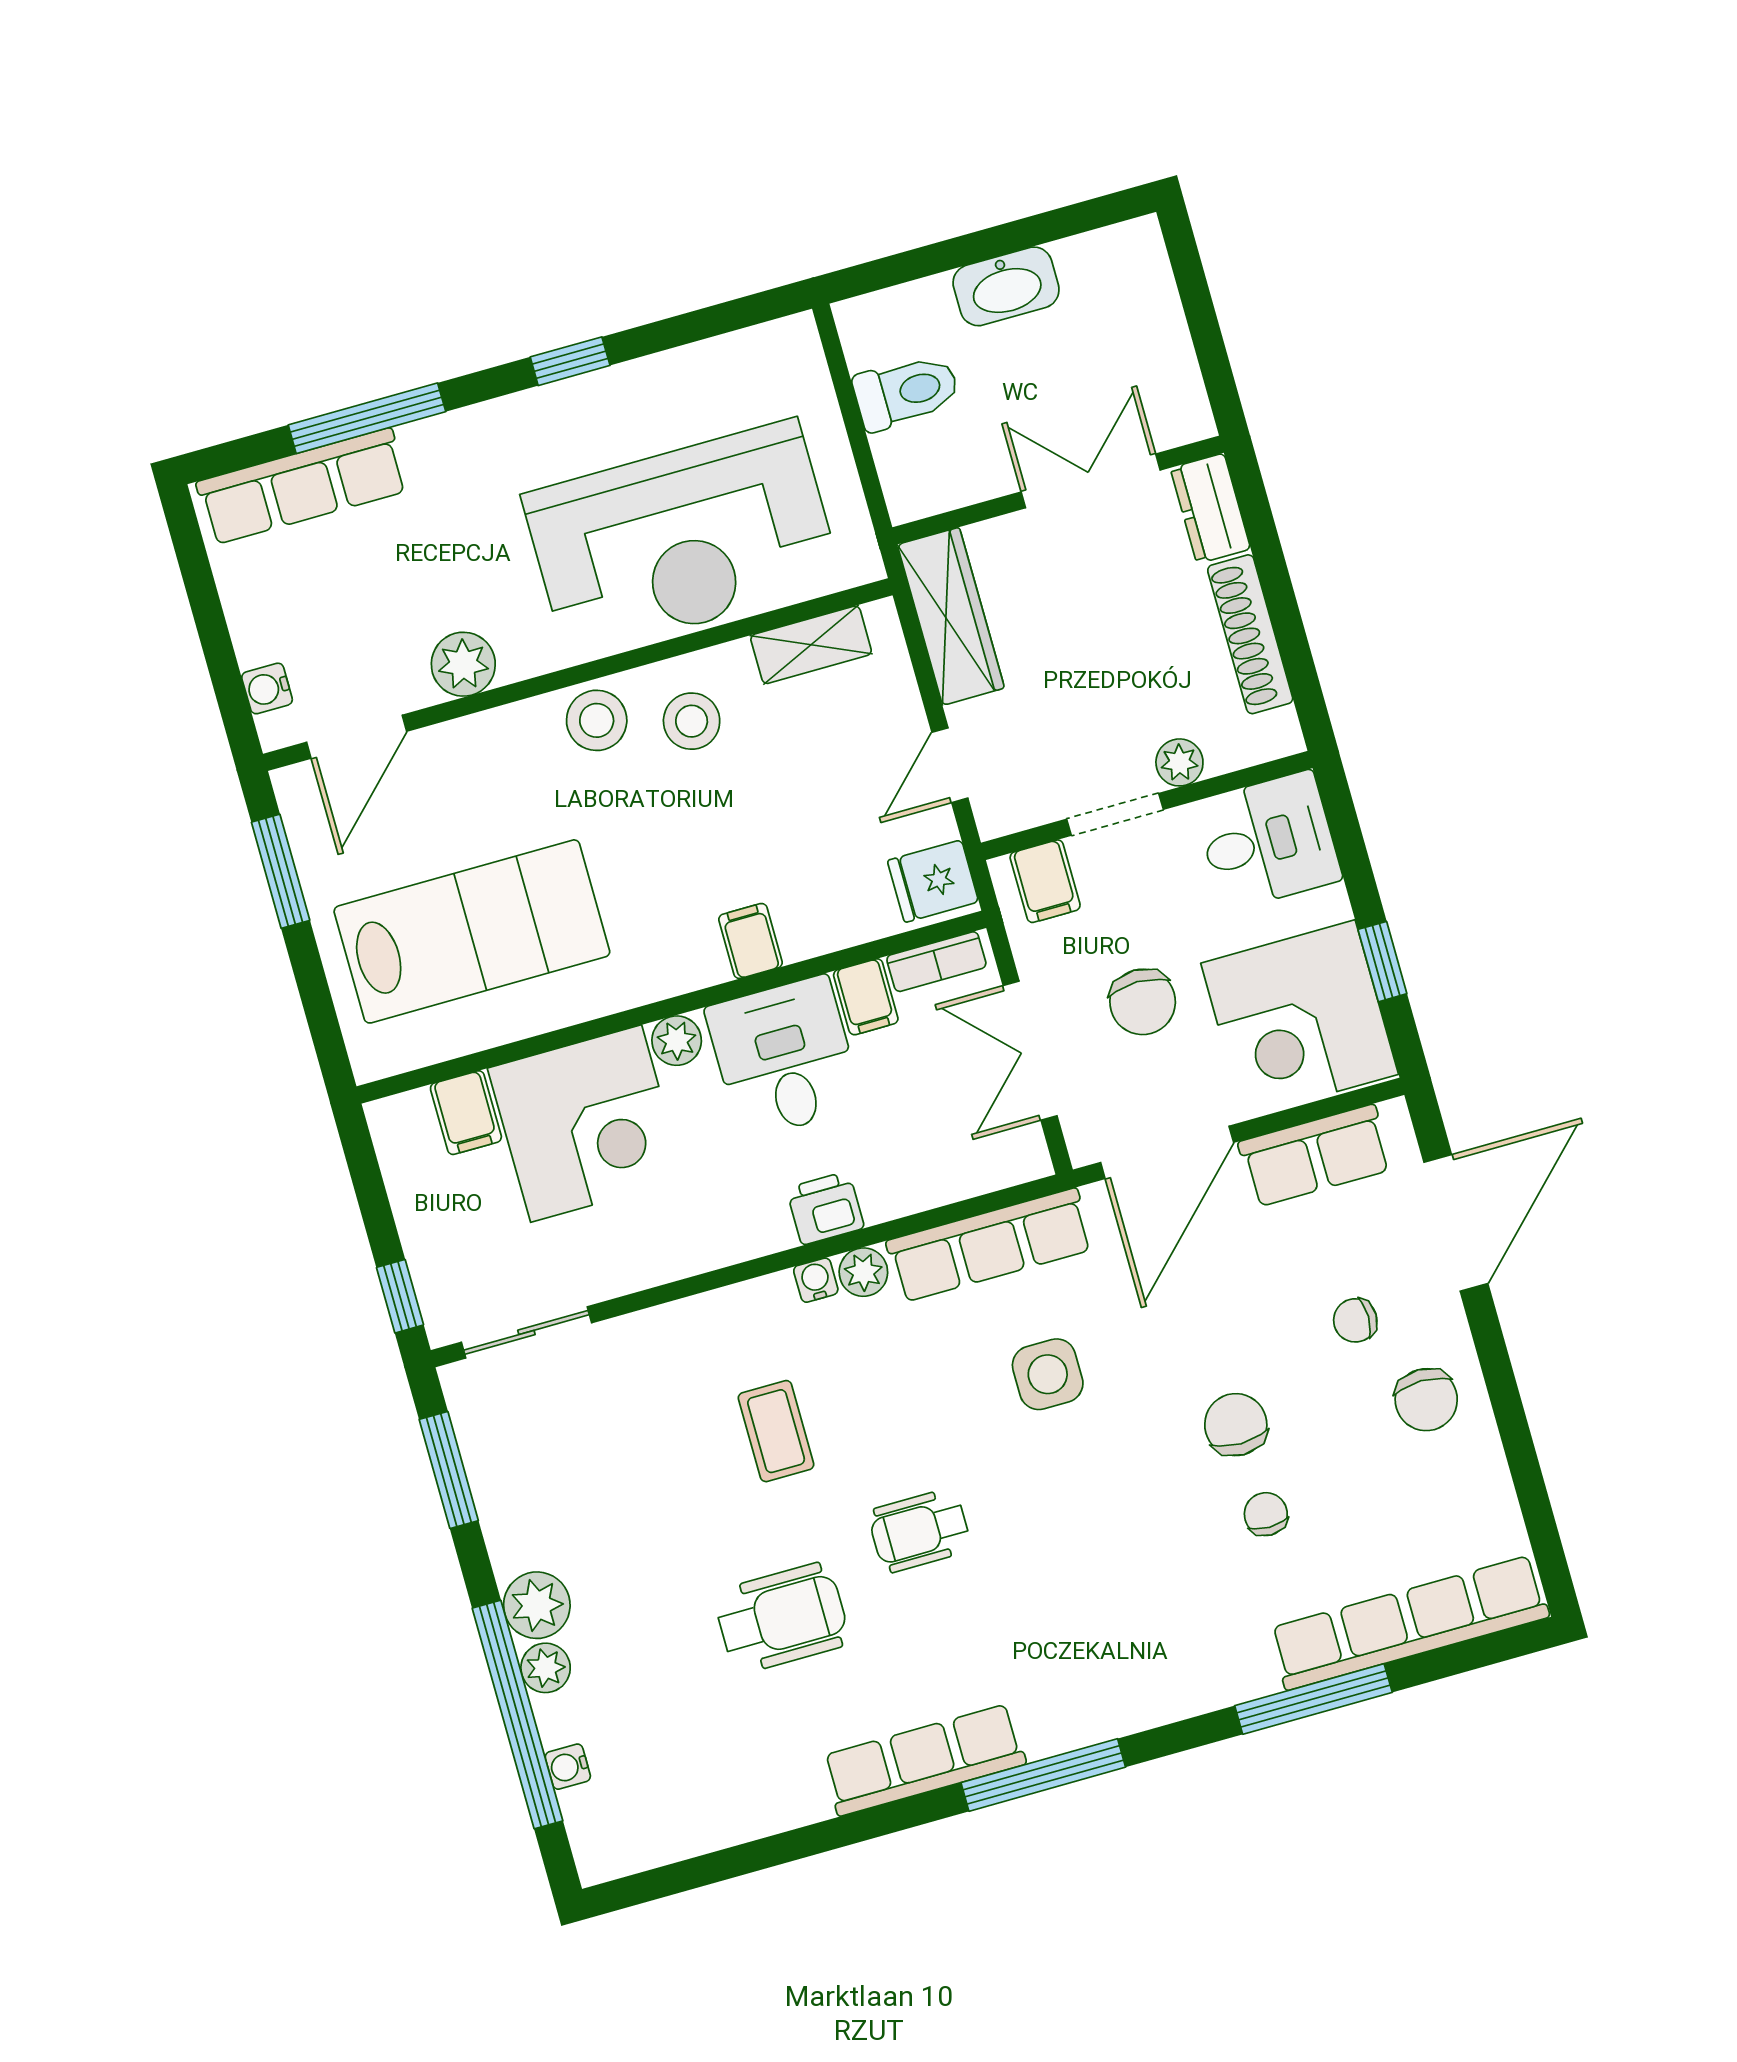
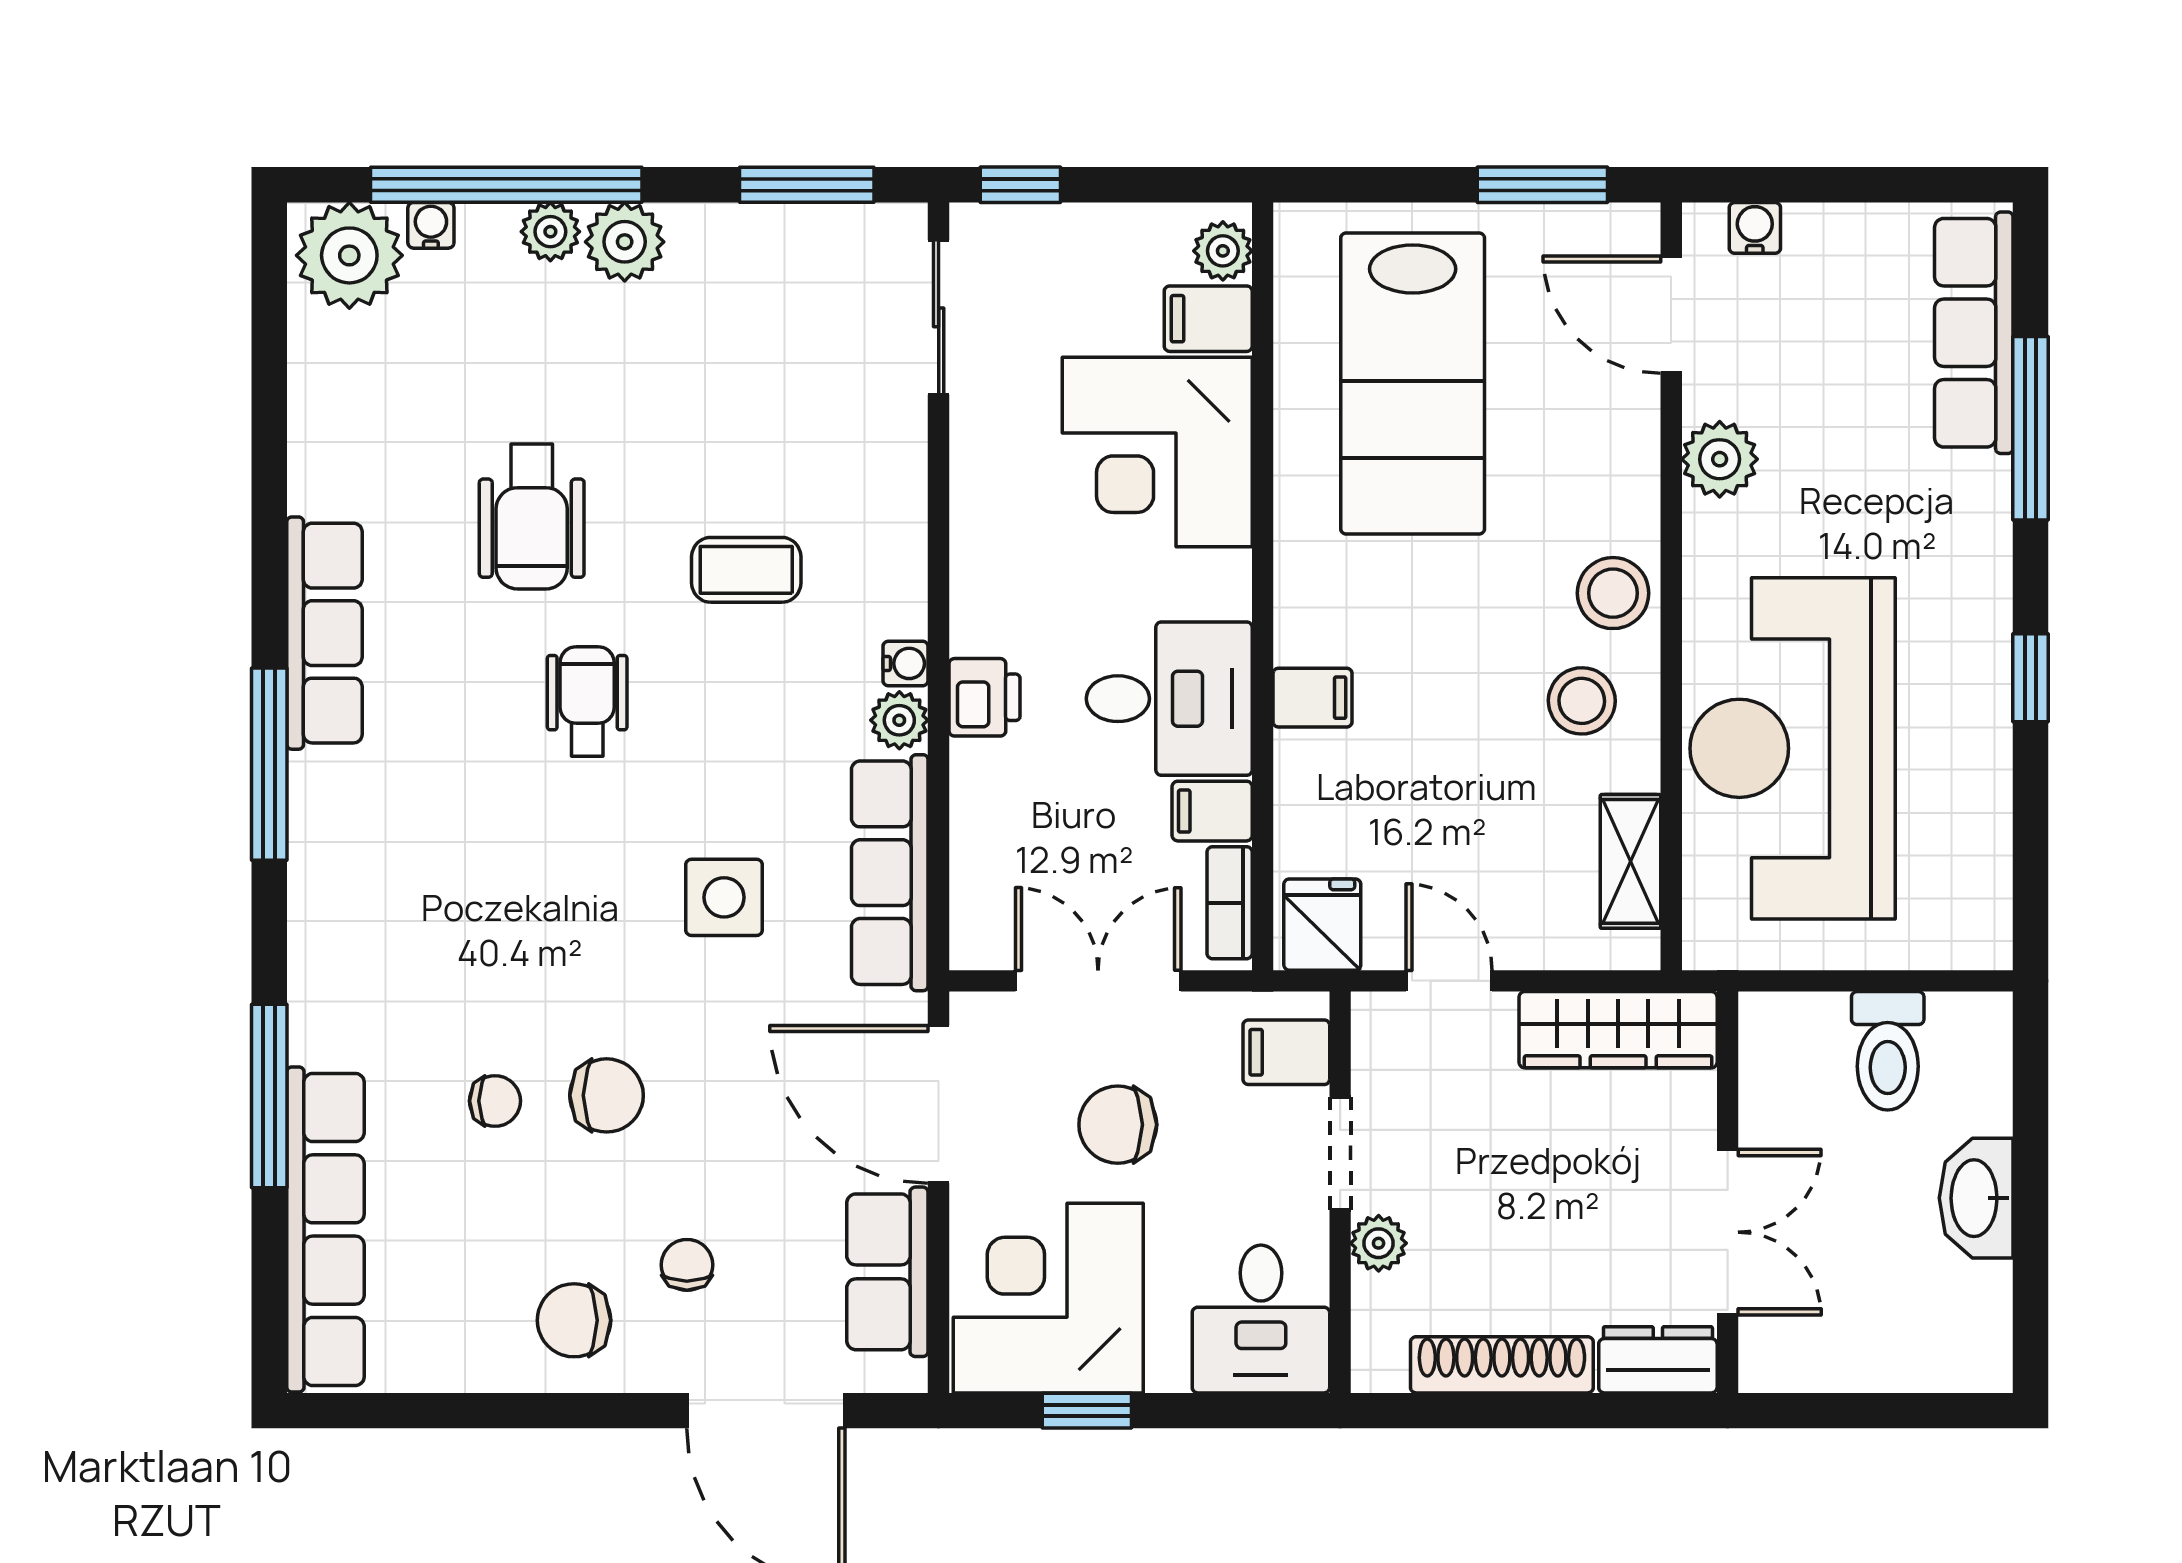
plant: (677, 1041) -> (1223, 251), moved
plant: (611, 1826) -> (349, 255), added

